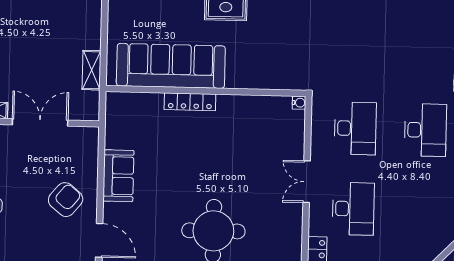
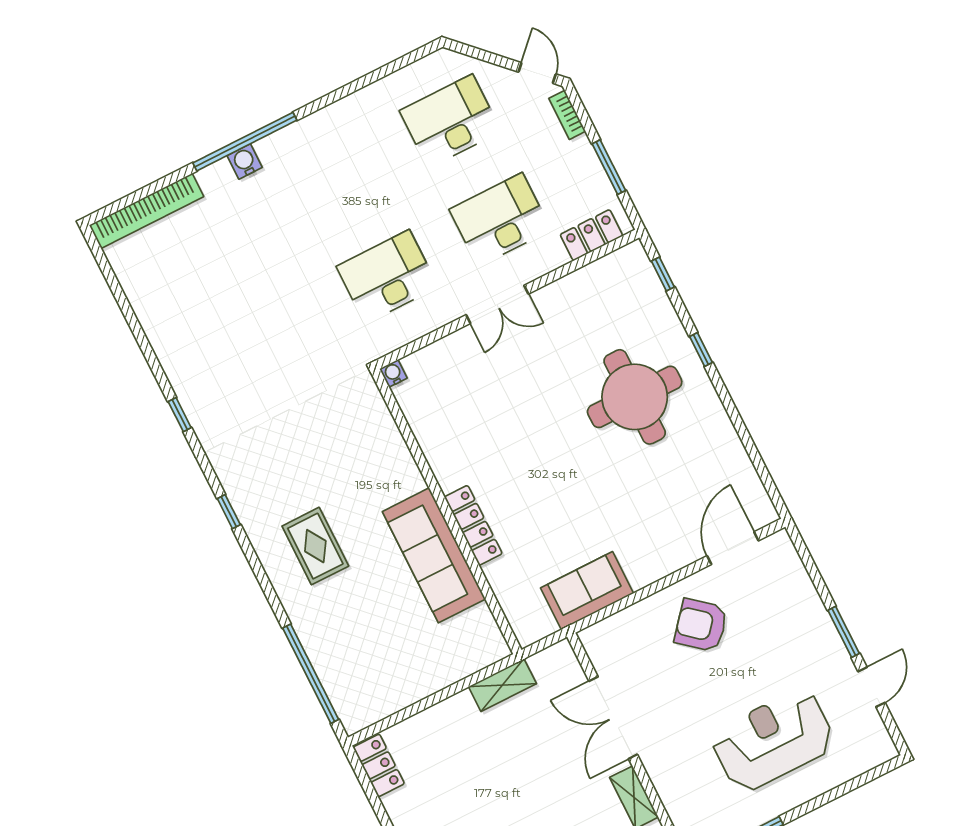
sofa: (171, 66) -> (434, 555), width x0.74, depth x0.79
desk: (425, 130) -> (450, 121), moved
sofa: (118, 176) -> (587, 591), moved

